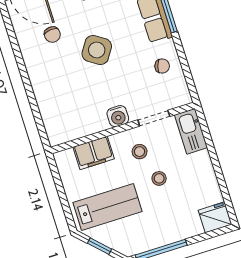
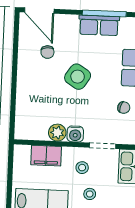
plant: (97, 122) -> (57, 133), added

